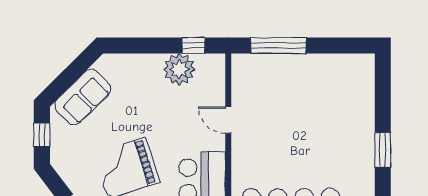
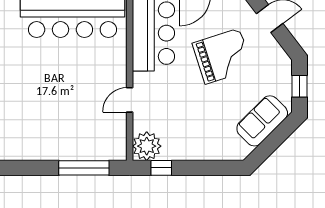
plant: (179, 69) -> (147, 146), moved
door: (228, 120) -> (130, 100), swing flipped

